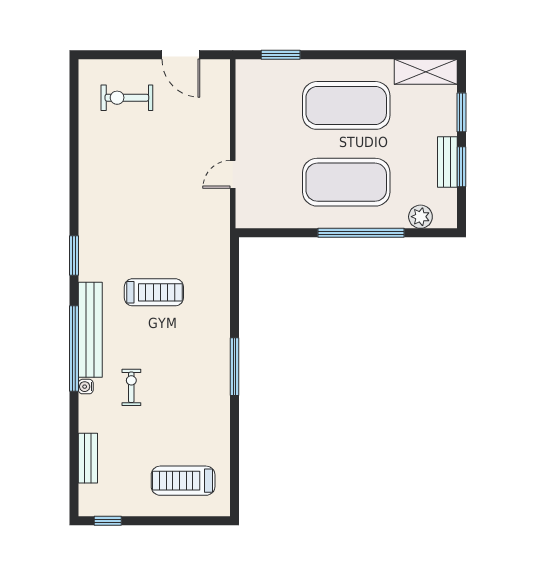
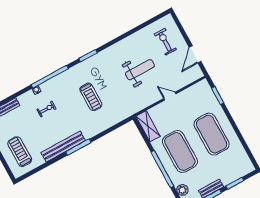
shelving: (426, 72) -> (148, 126), moved
weight bench: (153, 173) -> (140, 70), added
door: (233, 174) -> (170, 96), moved
bench: (90, 330) -> (63, 147), moved

